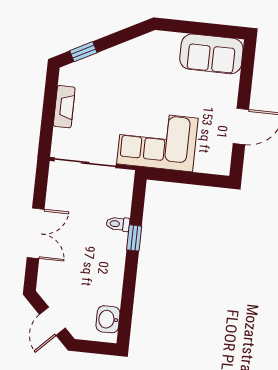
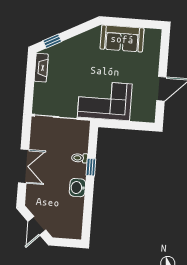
sofa: (211, 54) -> (122, 39), moved
fireplace: (64, 107) -> (41, 68), moved
washbasin: (108, 319) -> (77, 188), moved

